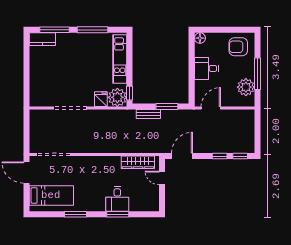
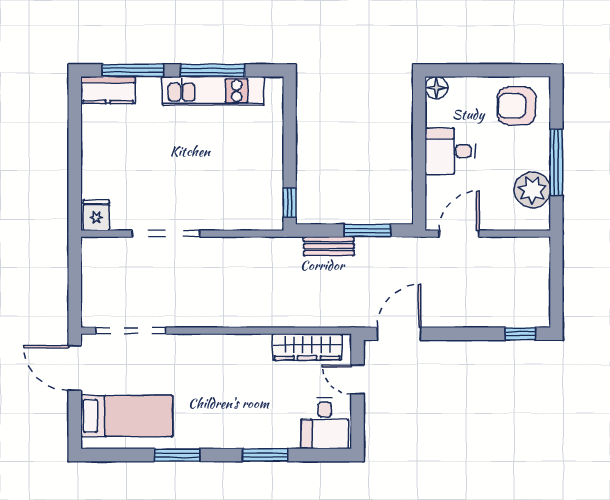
kitchen unit: (120, 59) -> (213, 91), moved, turned -90
plant: (117, 97) -> (264, 211), removed
fridge: (101, 99) -> (96, 215), moved
window: (220, 156) -> (478, 334), removed
desk: (117, 199) -> (325, 423), moved

